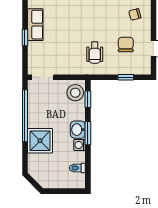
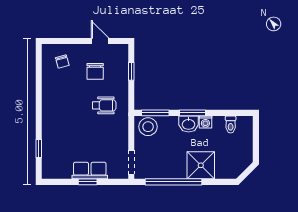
row of seats: (35, 25) -> (90, 171), moved
chair: (126, 44) -> (95, 71), turned -90
window: (88, 99) -> (155, 113), width x1.50

